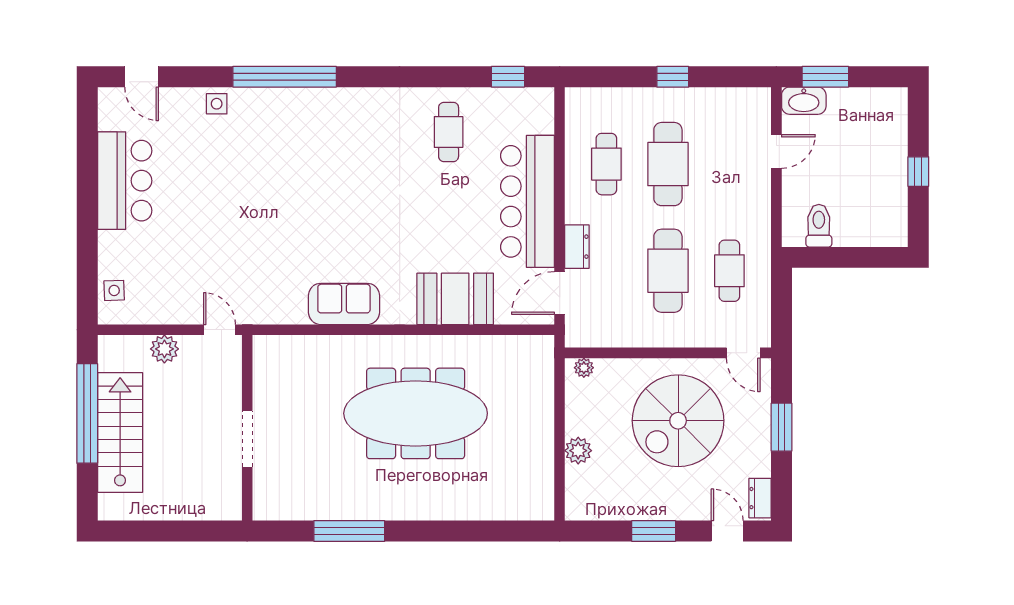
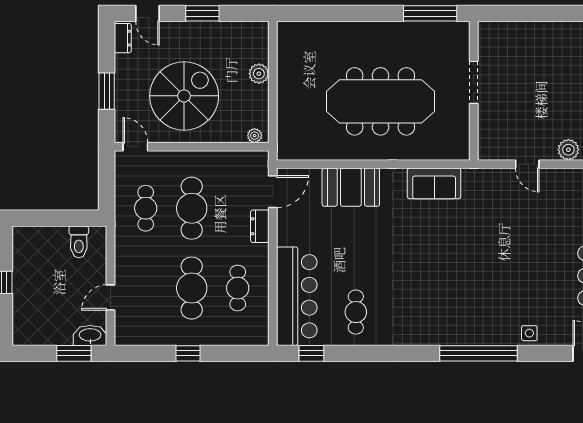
bar counter: (527, 201) -> (297, 296), moved
wall: (247, 428) -> (474, 91), moved
doorway: (247, 439) -> (474, 82), moved

